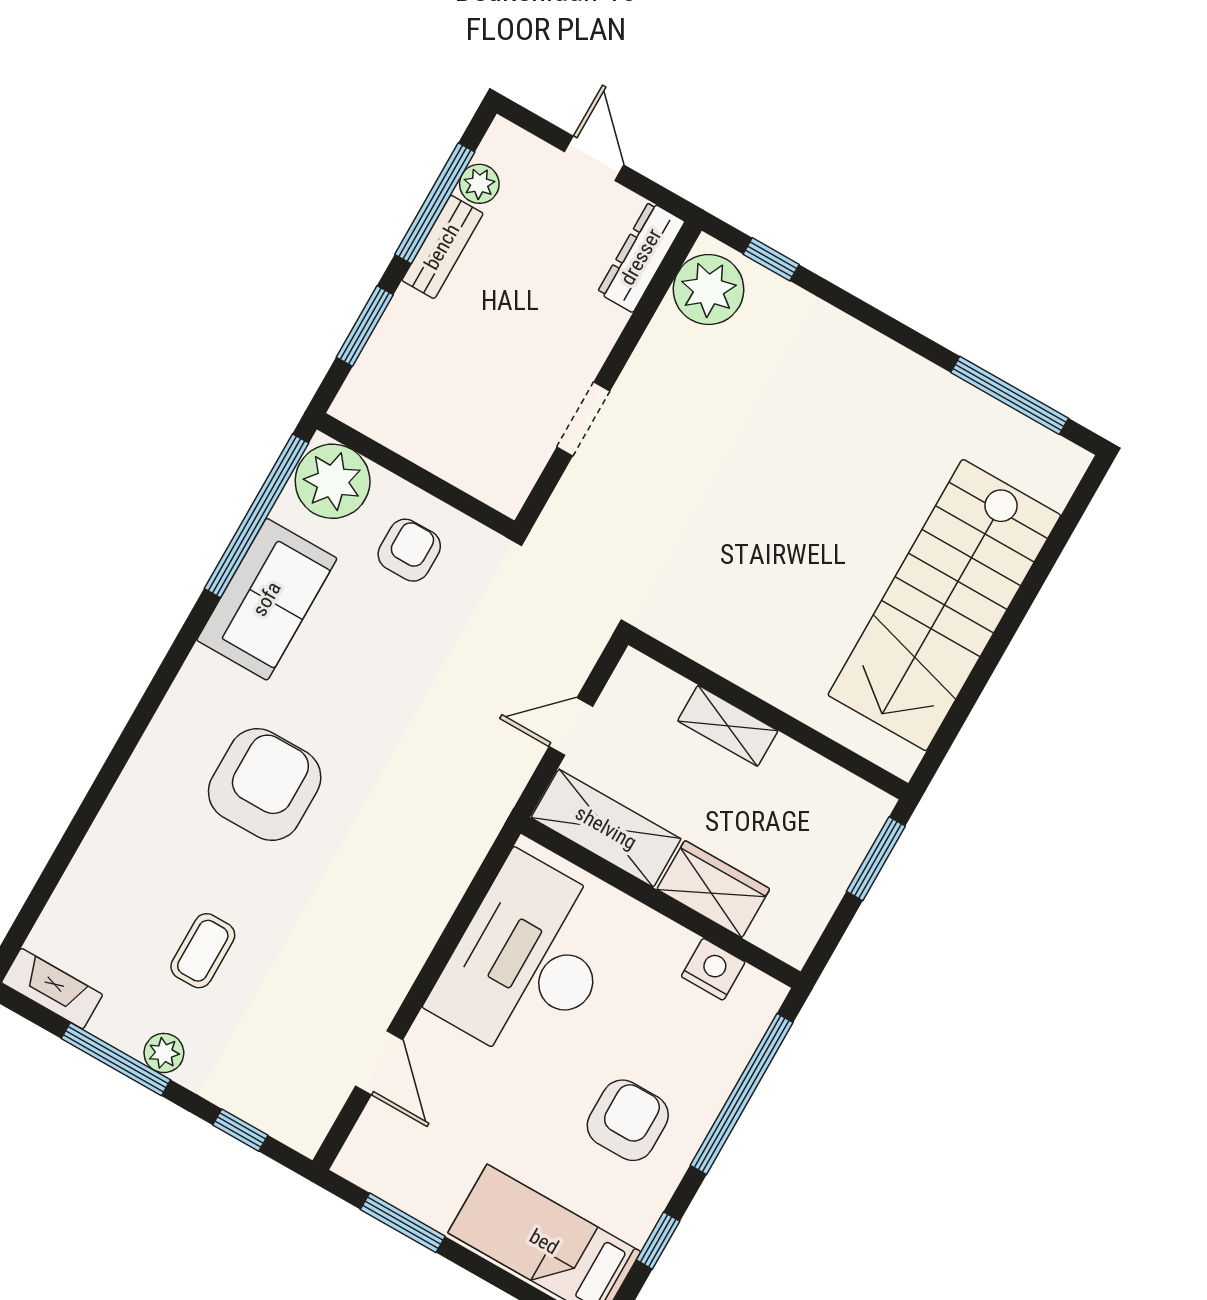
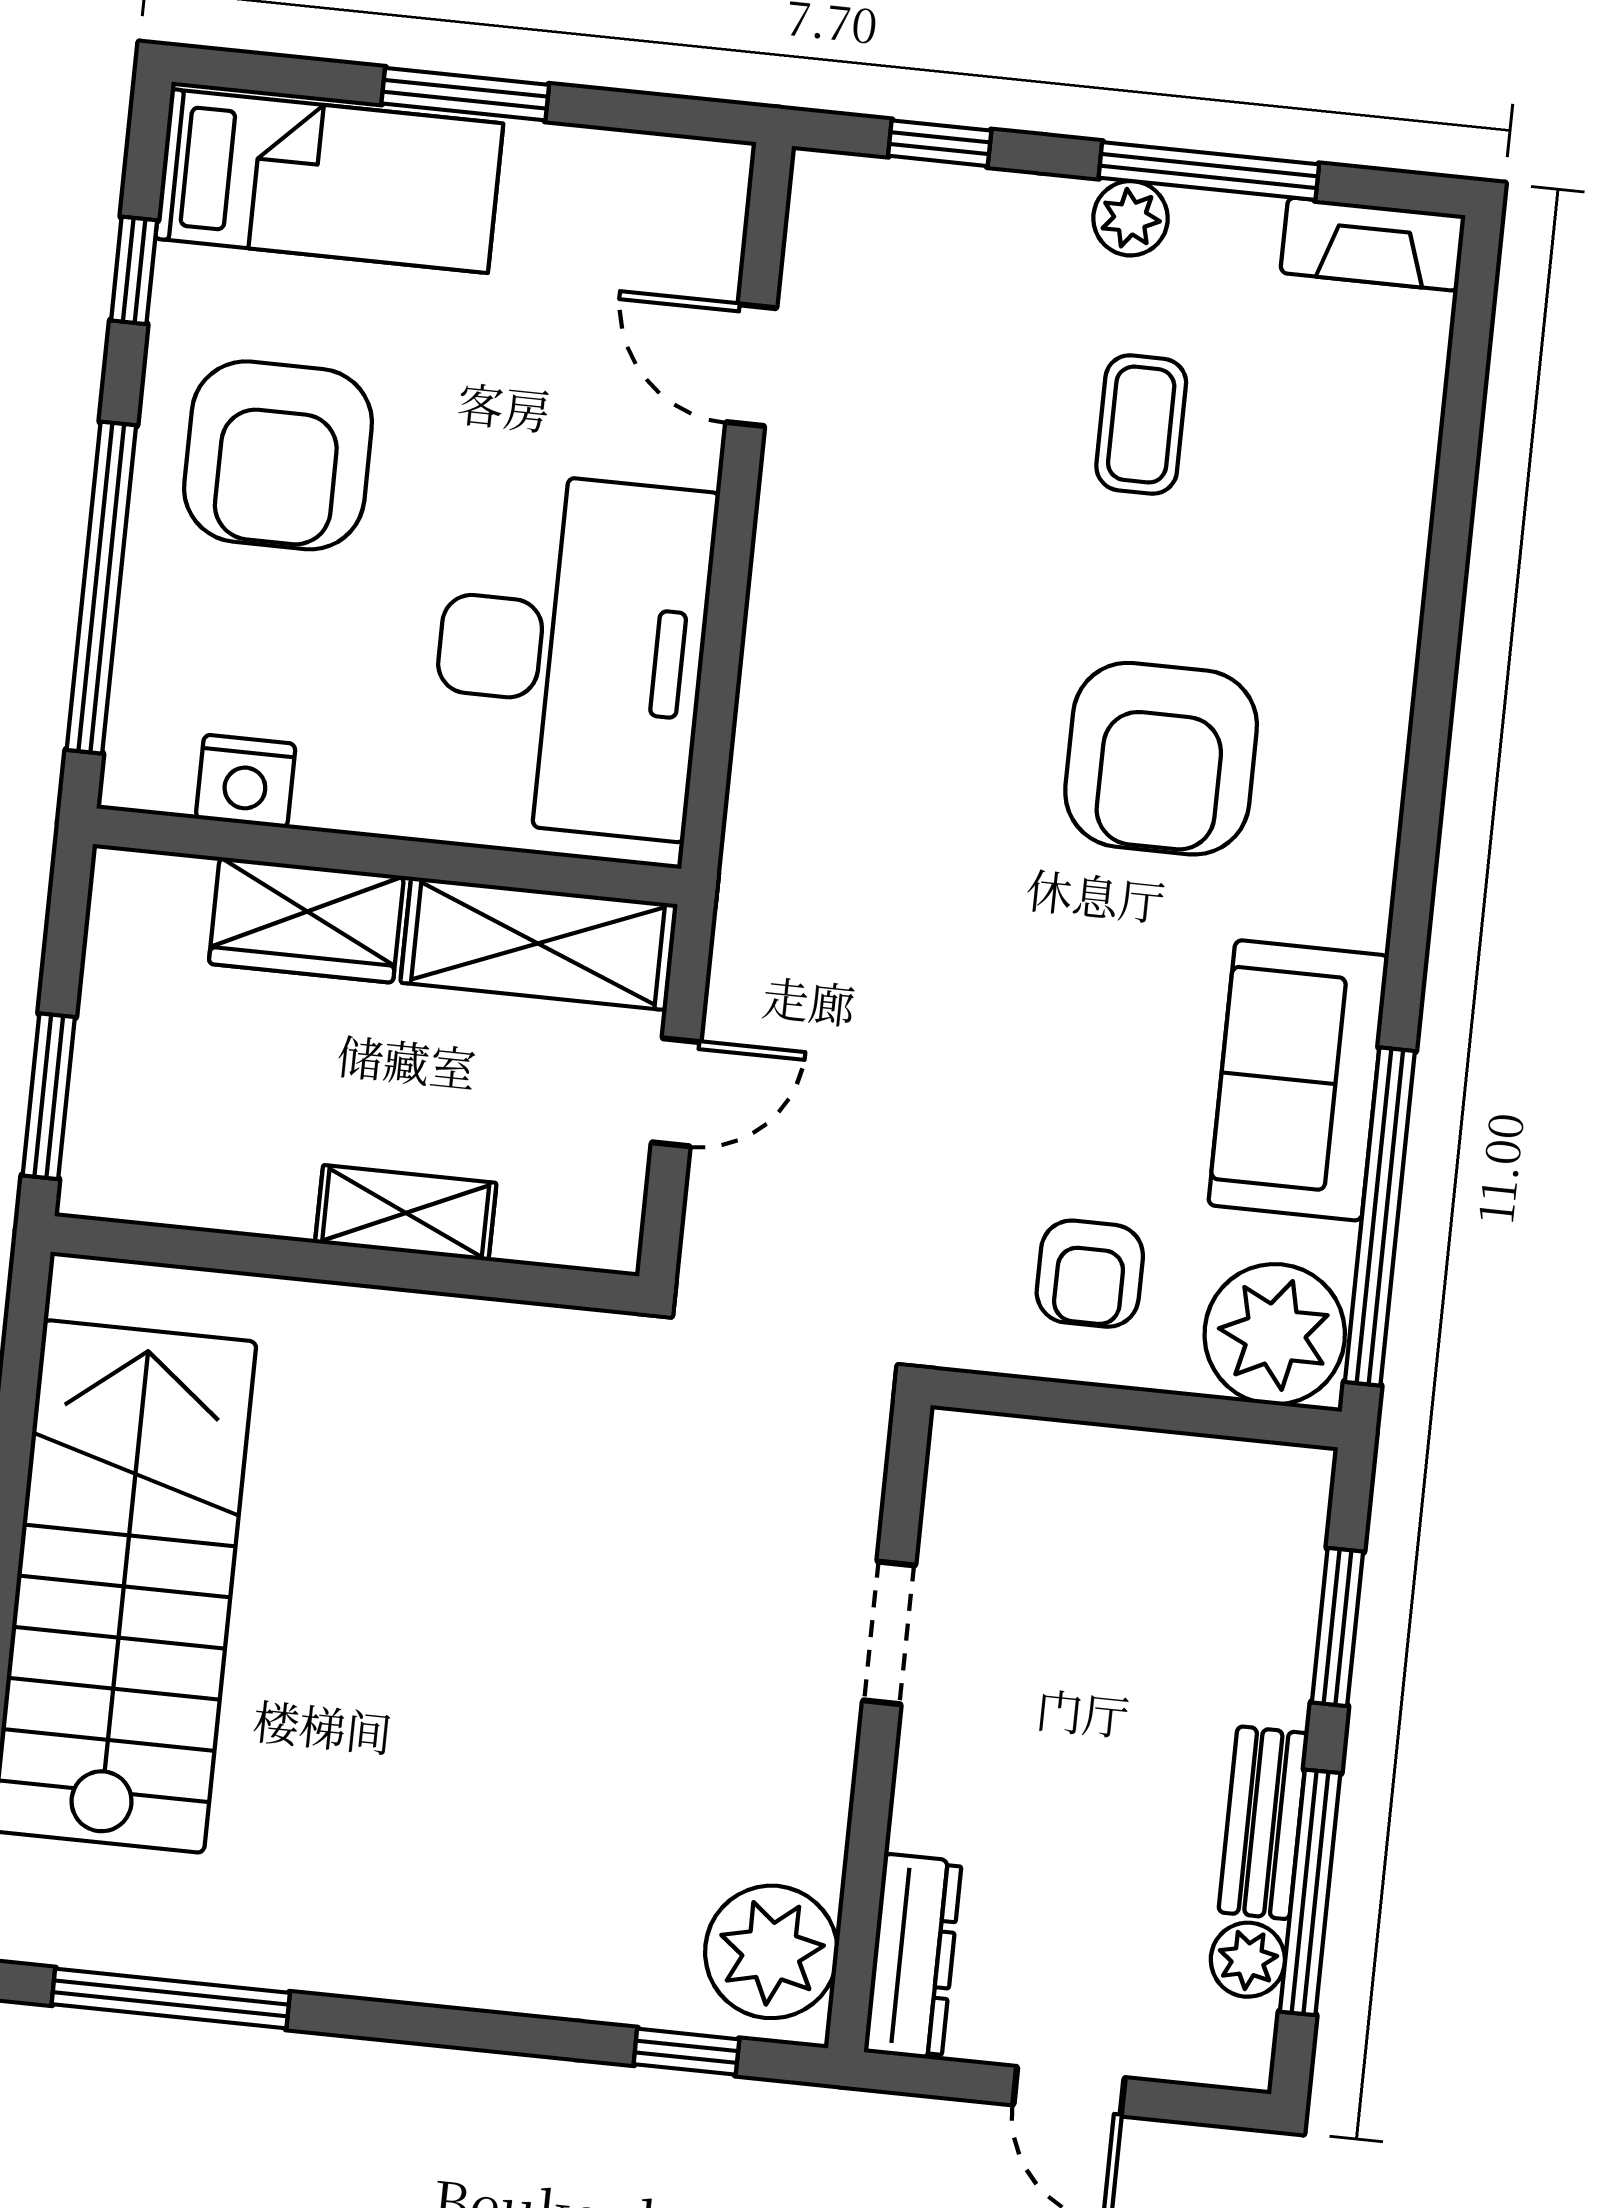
armchair: (628, 1120) -> (278, 455), width x1.36, depth x1.36
window: (403, 1223) -> (465, 94), moved

